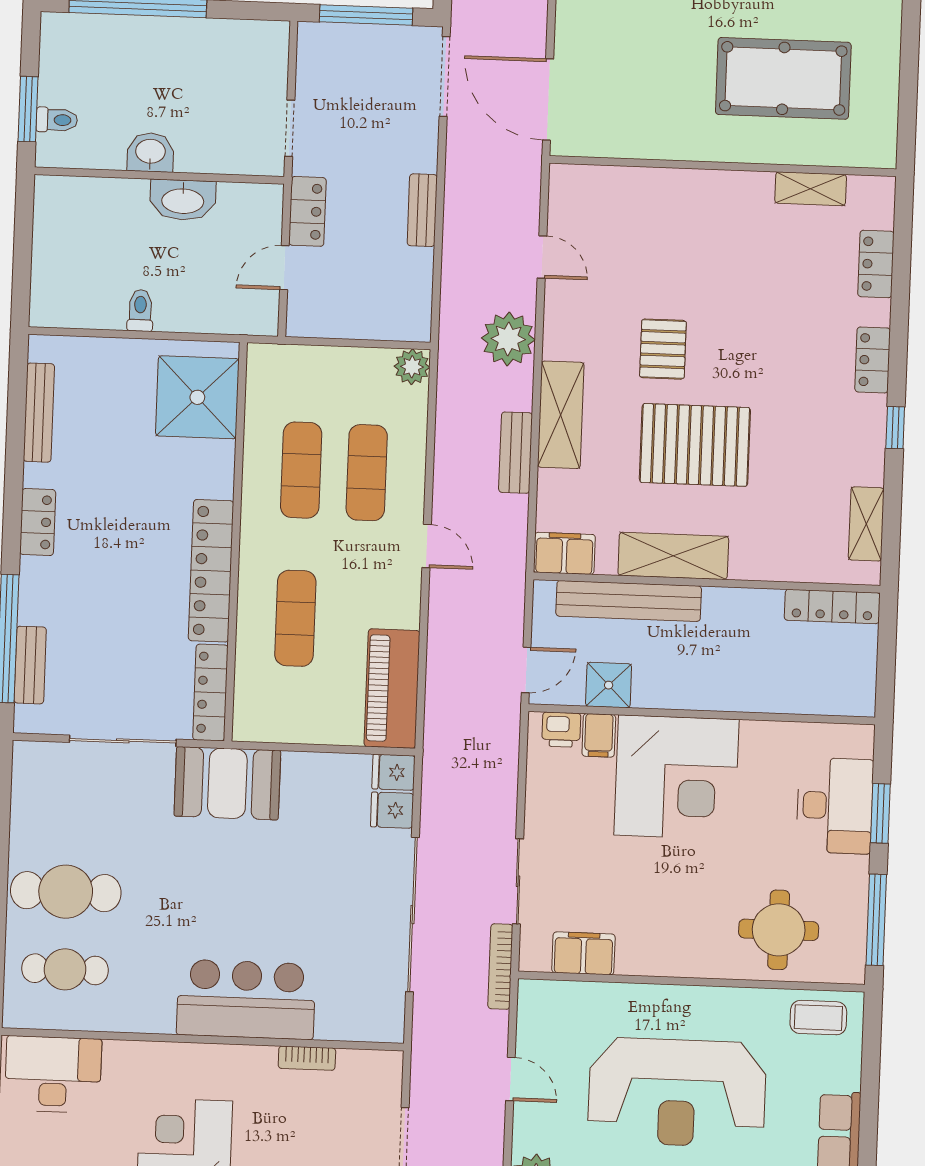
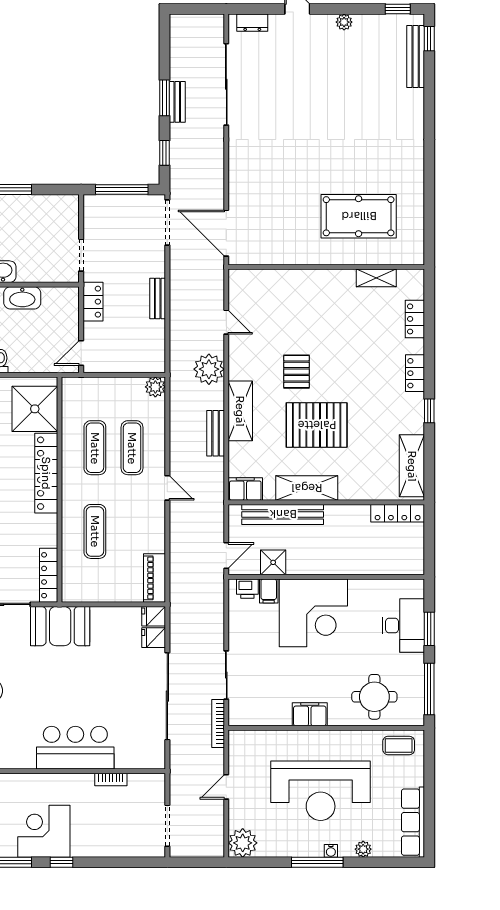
door: (284, 268) -> (81, 353), moved
shelving: (866, 524) -> (412, 466), width x1.50, depth x1.33
locker: (211, 571) -> (46, 473), moved
piano: (392, 689) -> (155, 578), width x0.73, depth x0.75
filing cabinet: (583, 953) -> (310, 714), moved
door: (510, 1079) -> (226, 787), swing flipped

